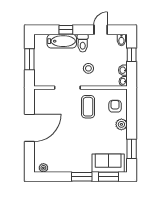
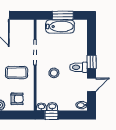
window: (66, 30) -> (92, 62), moved
door: (101, 30) -> (92, 85), hinge flipped
bathtub: (62, 41) -> (60, 26), moved, turned -90
window: (132, 55) -> (51, 115), moved

